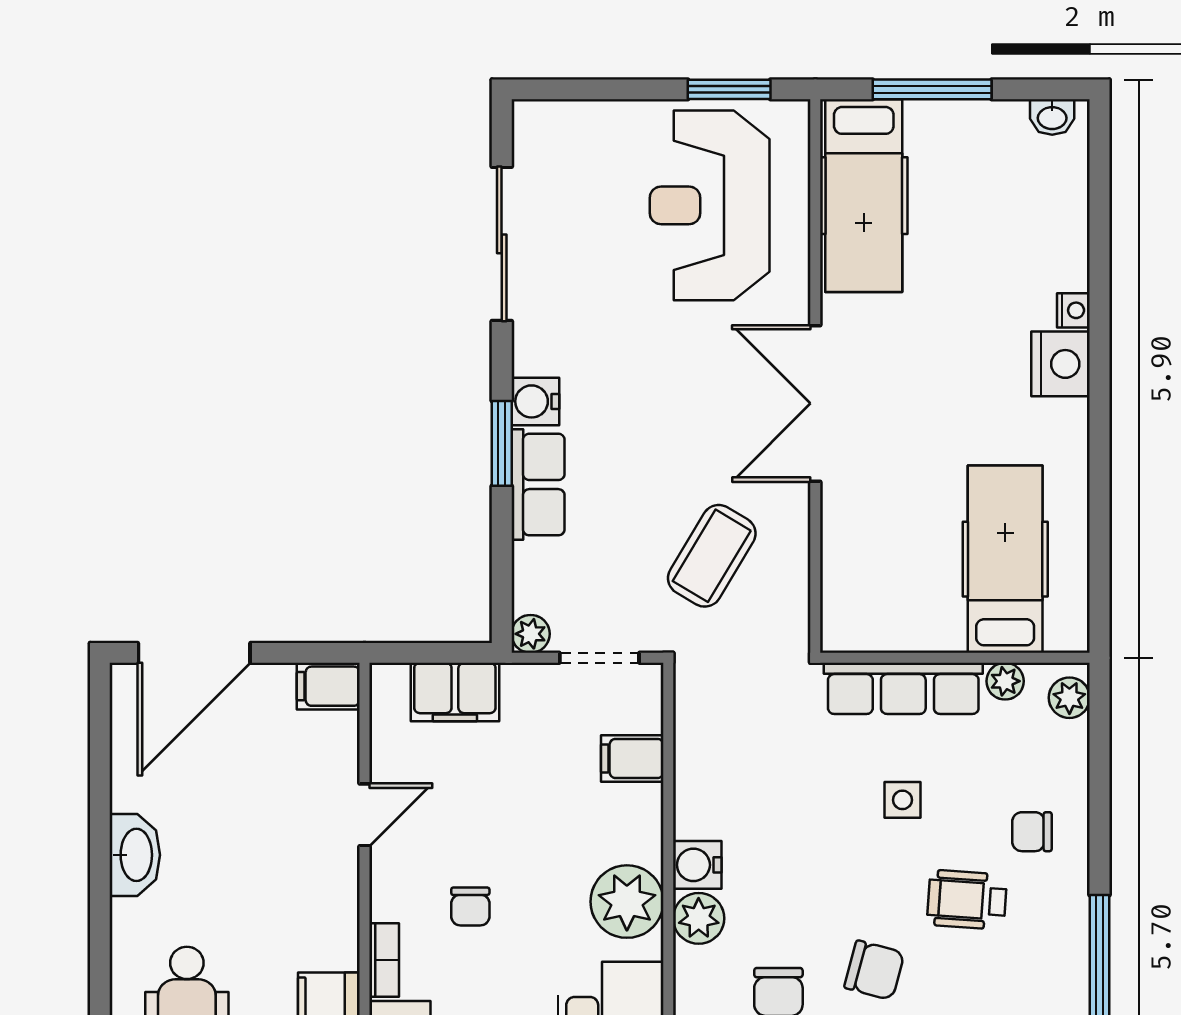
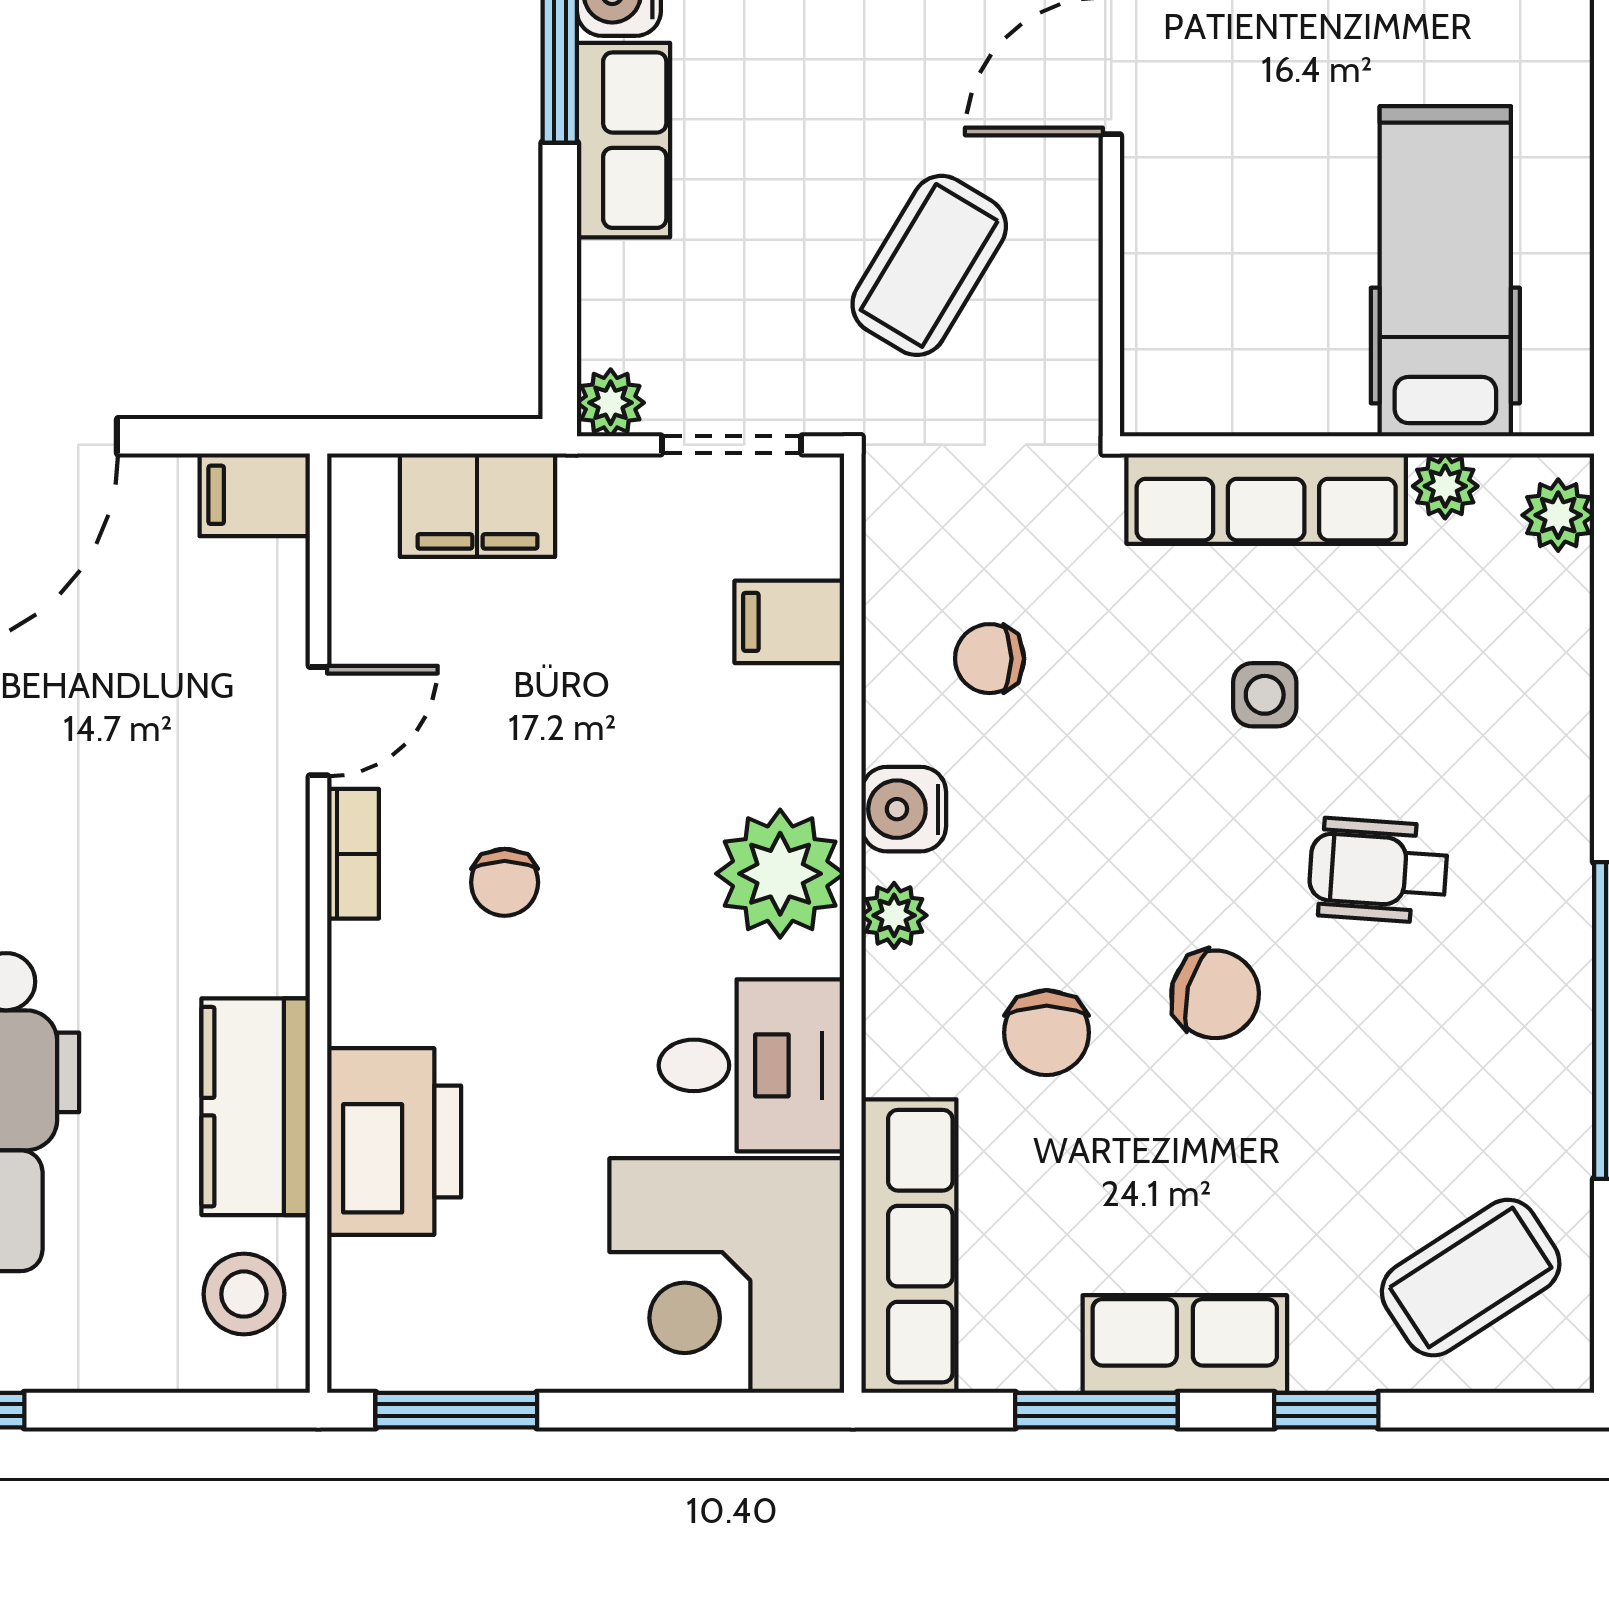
chair: (1032, 832) -> (990, 659), moved
plant: (699, 918) -> (894, 915), width x0.73, depth x0.73
bookcase: (384, 960) -> (353, 854), moved

